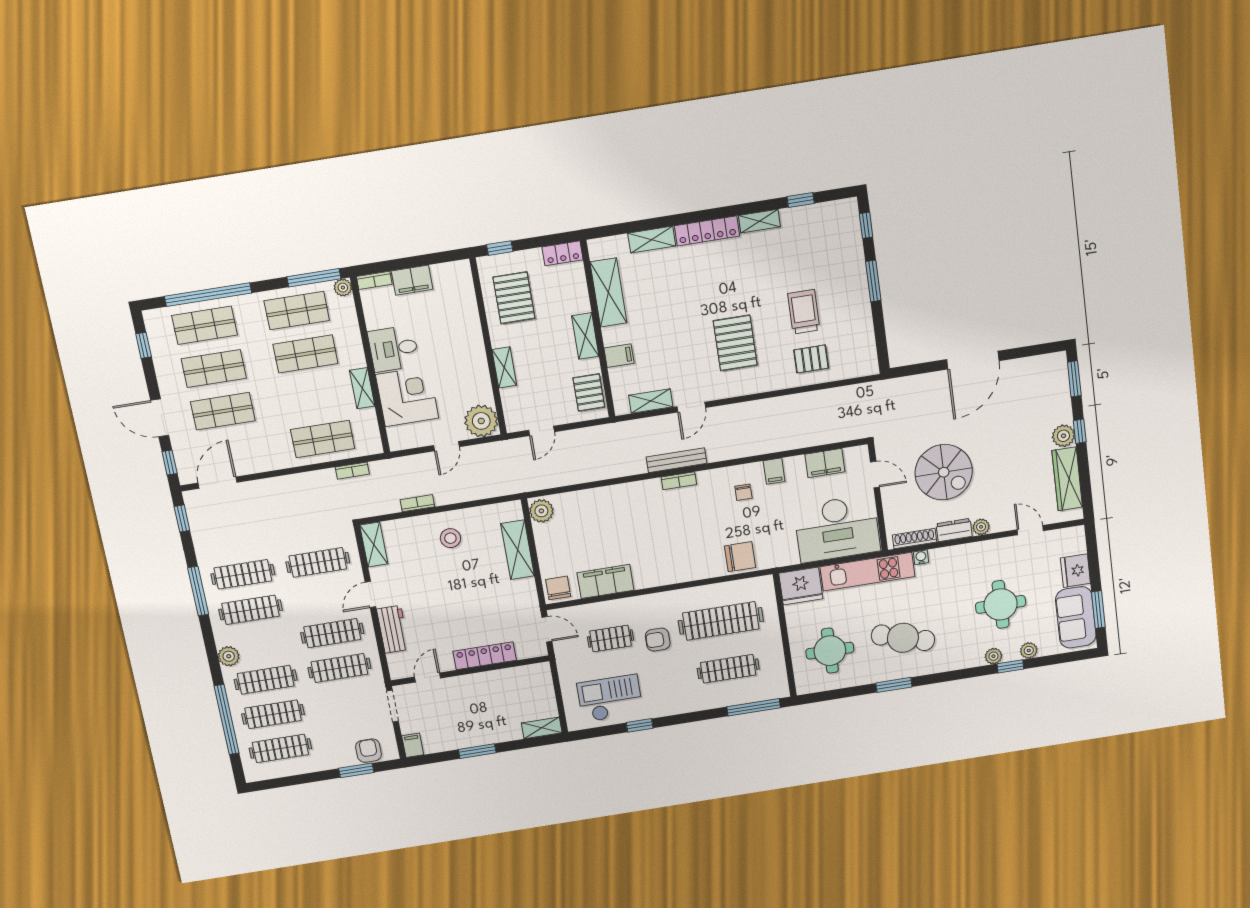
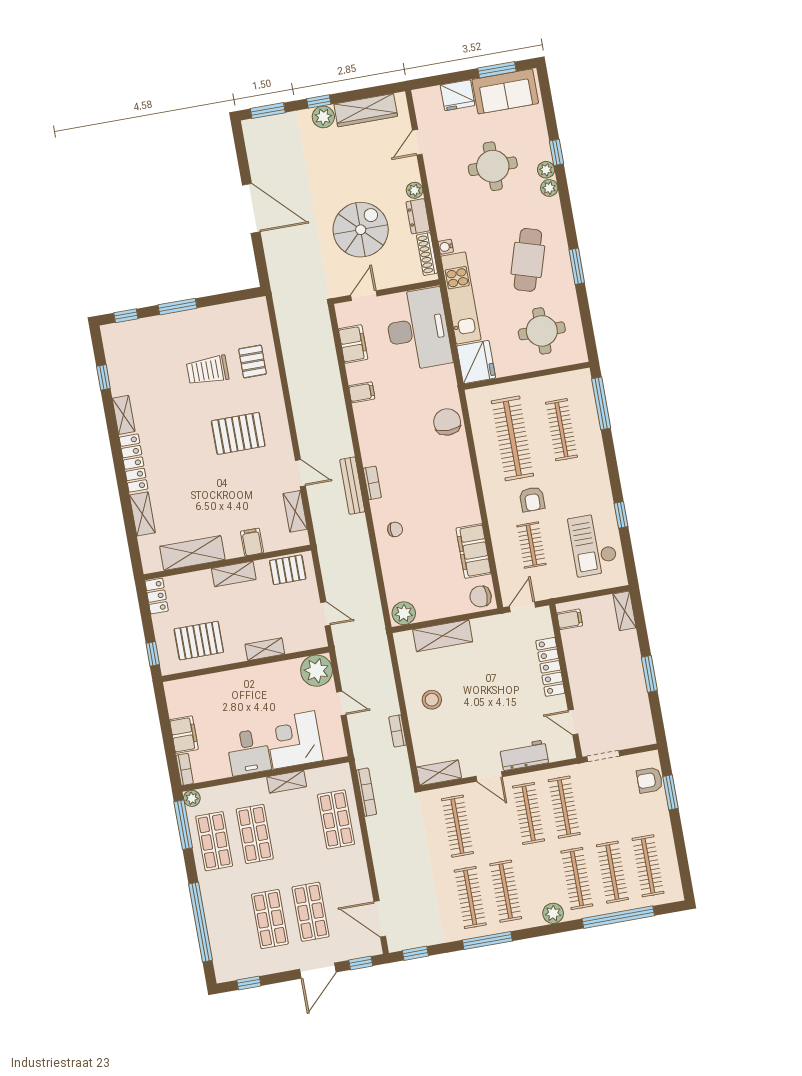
shop shelf: (205, 325) -> (229, 926), removed
bookcase: (352, 471) -> (366, 792), width x1.56
chair: (743, 492) -> (395, 529), moved
plant: (1029, 650) -> (549, 188), moved
filing cabinet: (413, 745) -> (570, 619), moved, turned 180

